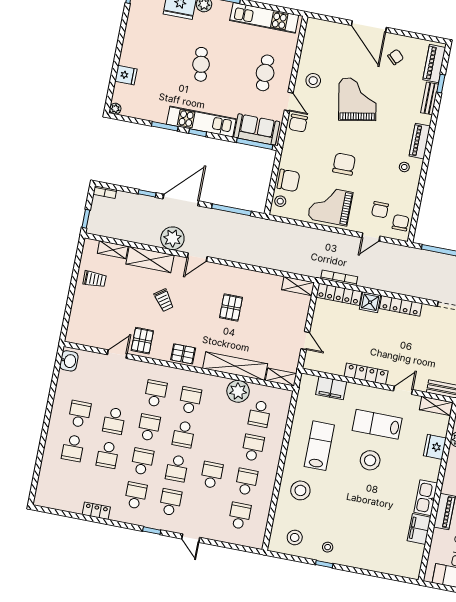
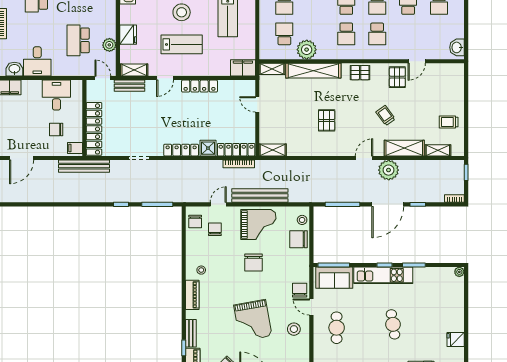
fridge: (126, 75) -> (456, 340), moved
bench: (322, 238) -> (260, 195), added
filing cabinet: (331, 388) -> (243, 68), moved

